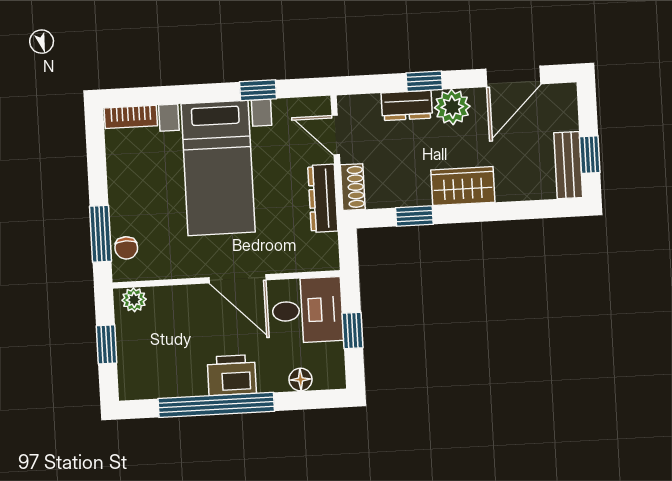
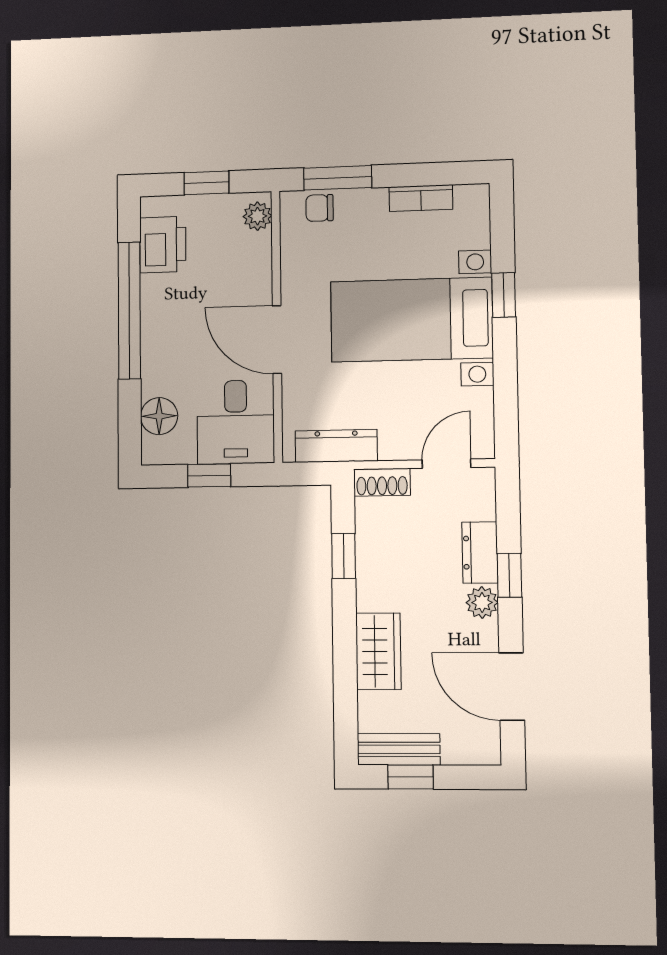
window: (258, 90) -> (504, 295), moved
plant: (452, 107) -> (482, 602), width x0.73, depth x0.73
bookcase: (131, 117) -> (421, 198), moved, turned -90
wardrobe: (463, 186) -> (378, 651), moved
dresser: (323, 198) -> (336, 446), moved
door: (238, 279) -> (277, 340), hinge flipped
printer: (232, 375) -> (163, 245), moved
floor lamp: (300, 379) -> (159, 416), width x1.37, depth x1.37

